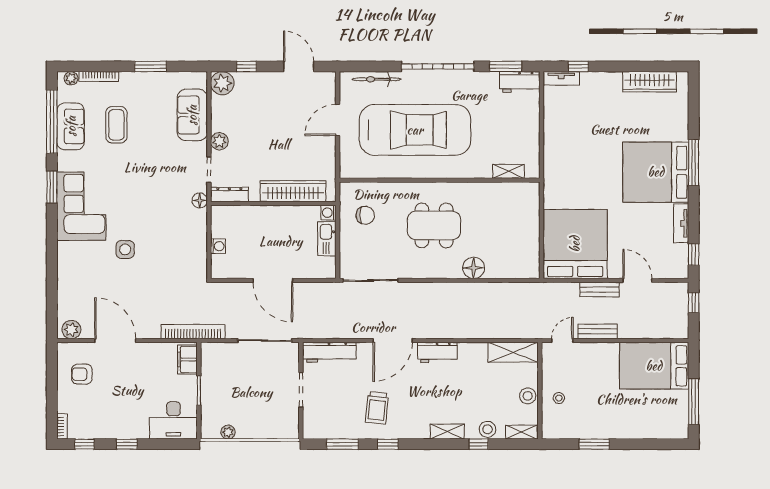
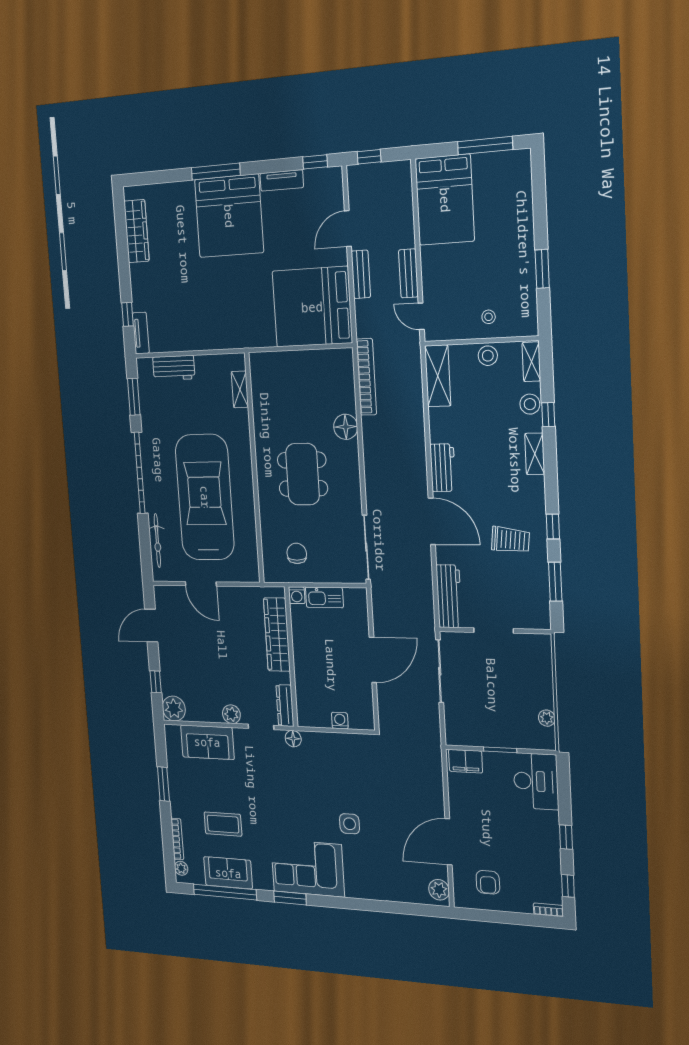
workbench: (520, 82) -> (174, 368), moved, turned 90
bookcase: (193, 332) -> (366, 377), moved, turned 180

